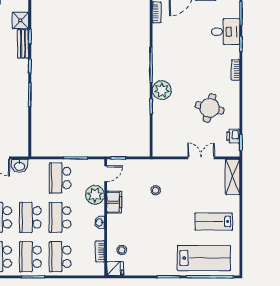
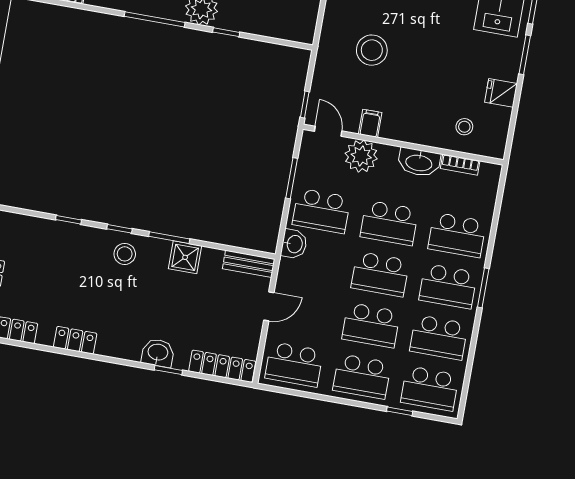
shower: (20, 20) -> (185, 257), moved
bench: (23, 44) -> (249, 264), moved
stool: (16, 71) -> (125, 254), added
washbasin: (19, 166) -> (294, 244), moved
stool: (156, 190) -> (372, 50), width x1.89, depth x1.89
filing cabinet: (114, 202) -> (370, 123), width x0.50
washbasin: (99, 222) -> (419, 162), width x1.91, depth x1.45
fridge: (115, 269) -> (501, 93), moved, turned -90

